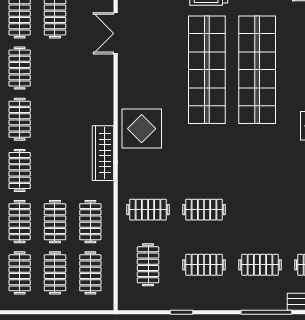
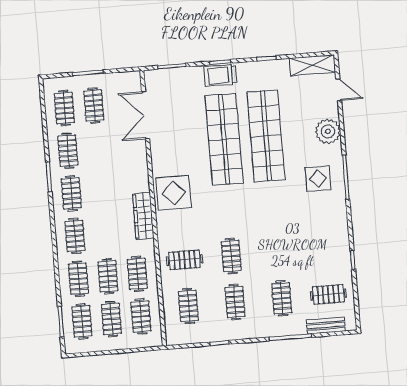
double door: (116, 33) -> (145, 115), width x1.37
clothes rail: (204, 210) -> (231, 256), turned 90
clothes rail: (204, 265) -> (235, 302), turned 90
clothes rail: (260, 265) -> (282, 298), turned 90

